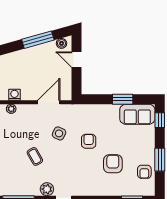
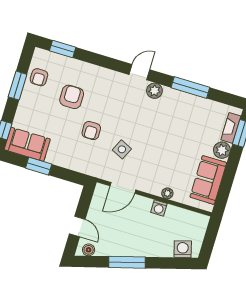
window: (38, 40) -> (127, 262), moved
coffee table: (35, 156) -> (157, 132), removed
armchair: (113, 164) -> (72, 97), turned 180
armchair: (144, 172) -> (39, 77), turned 180

